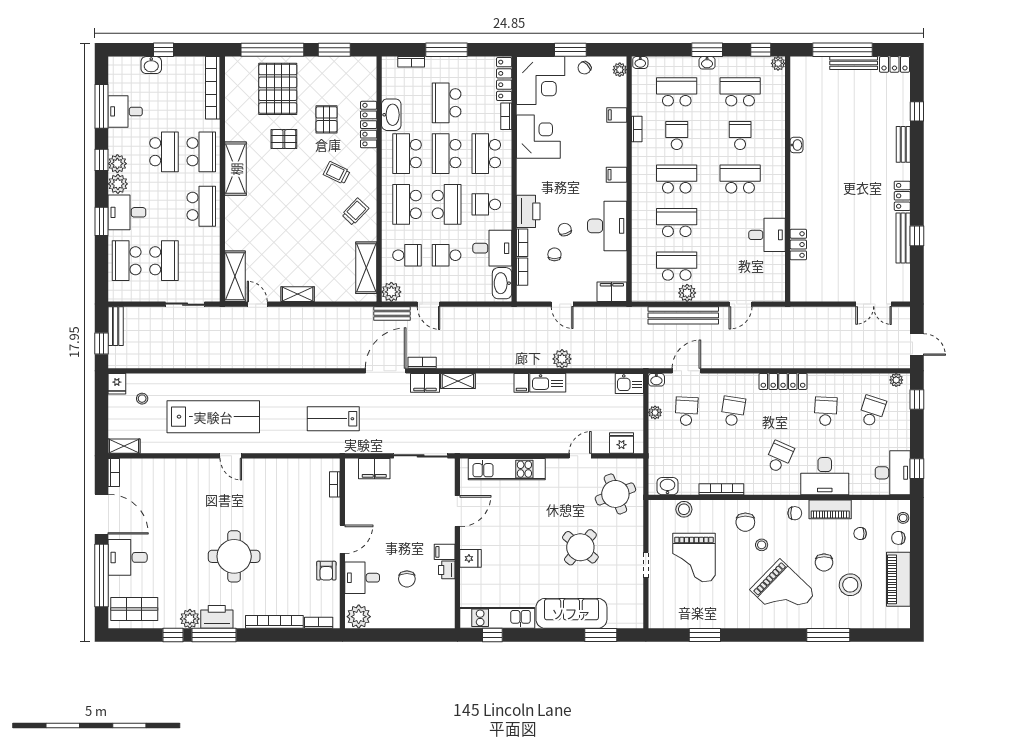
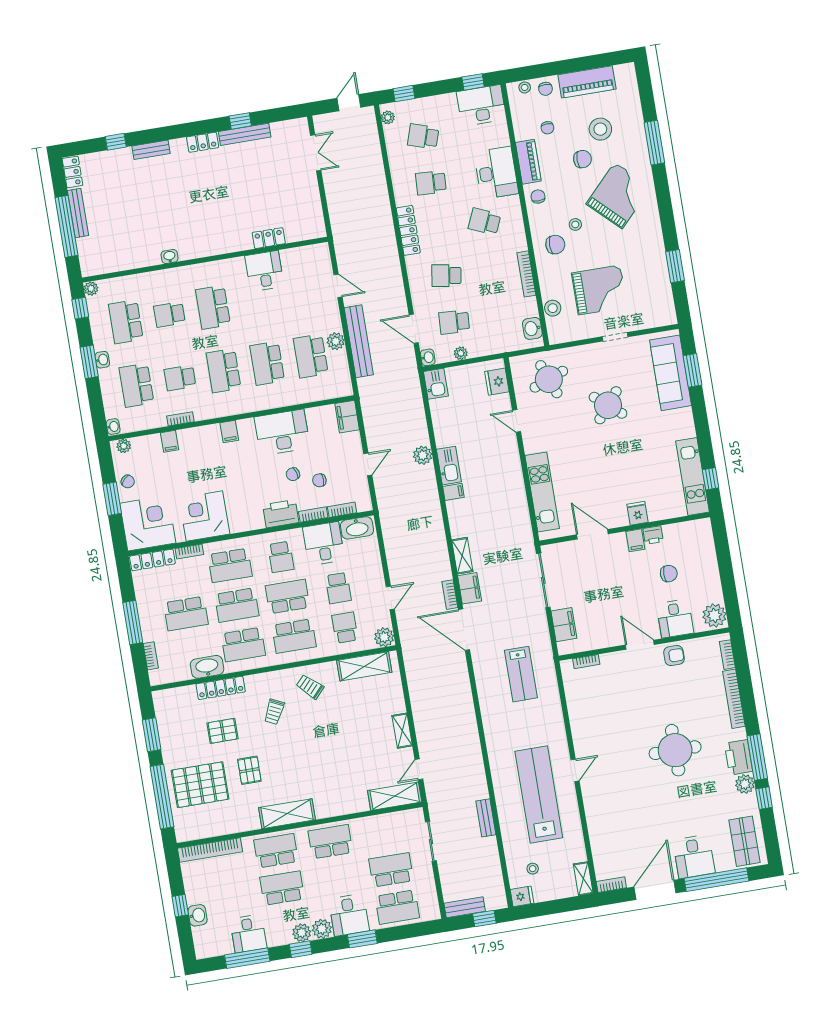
bench: (392, 314) -> (486, 818), moved
sofa: (571, 613) -> (671, 373), moved

